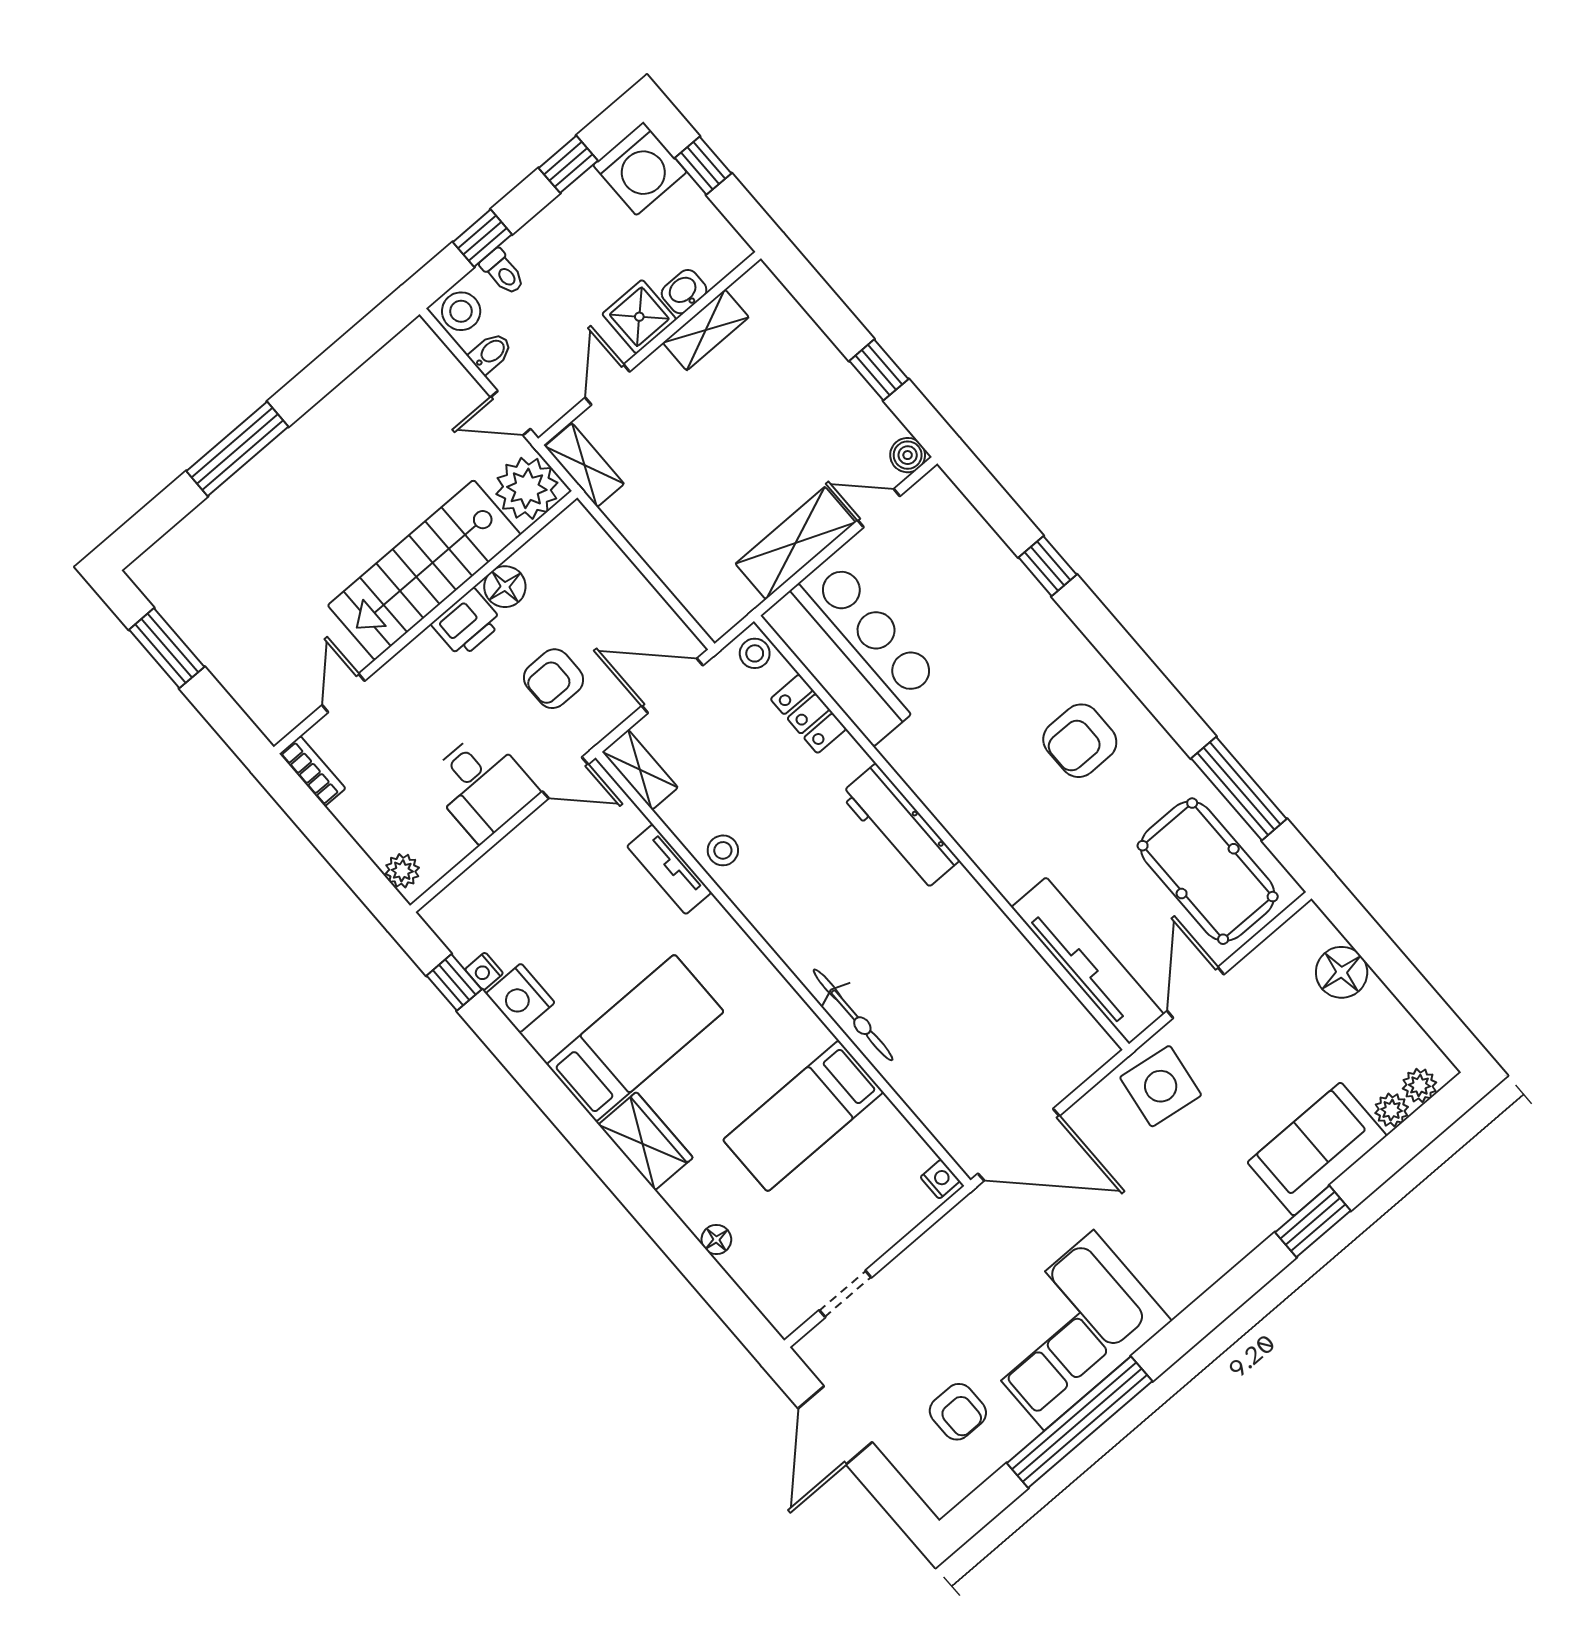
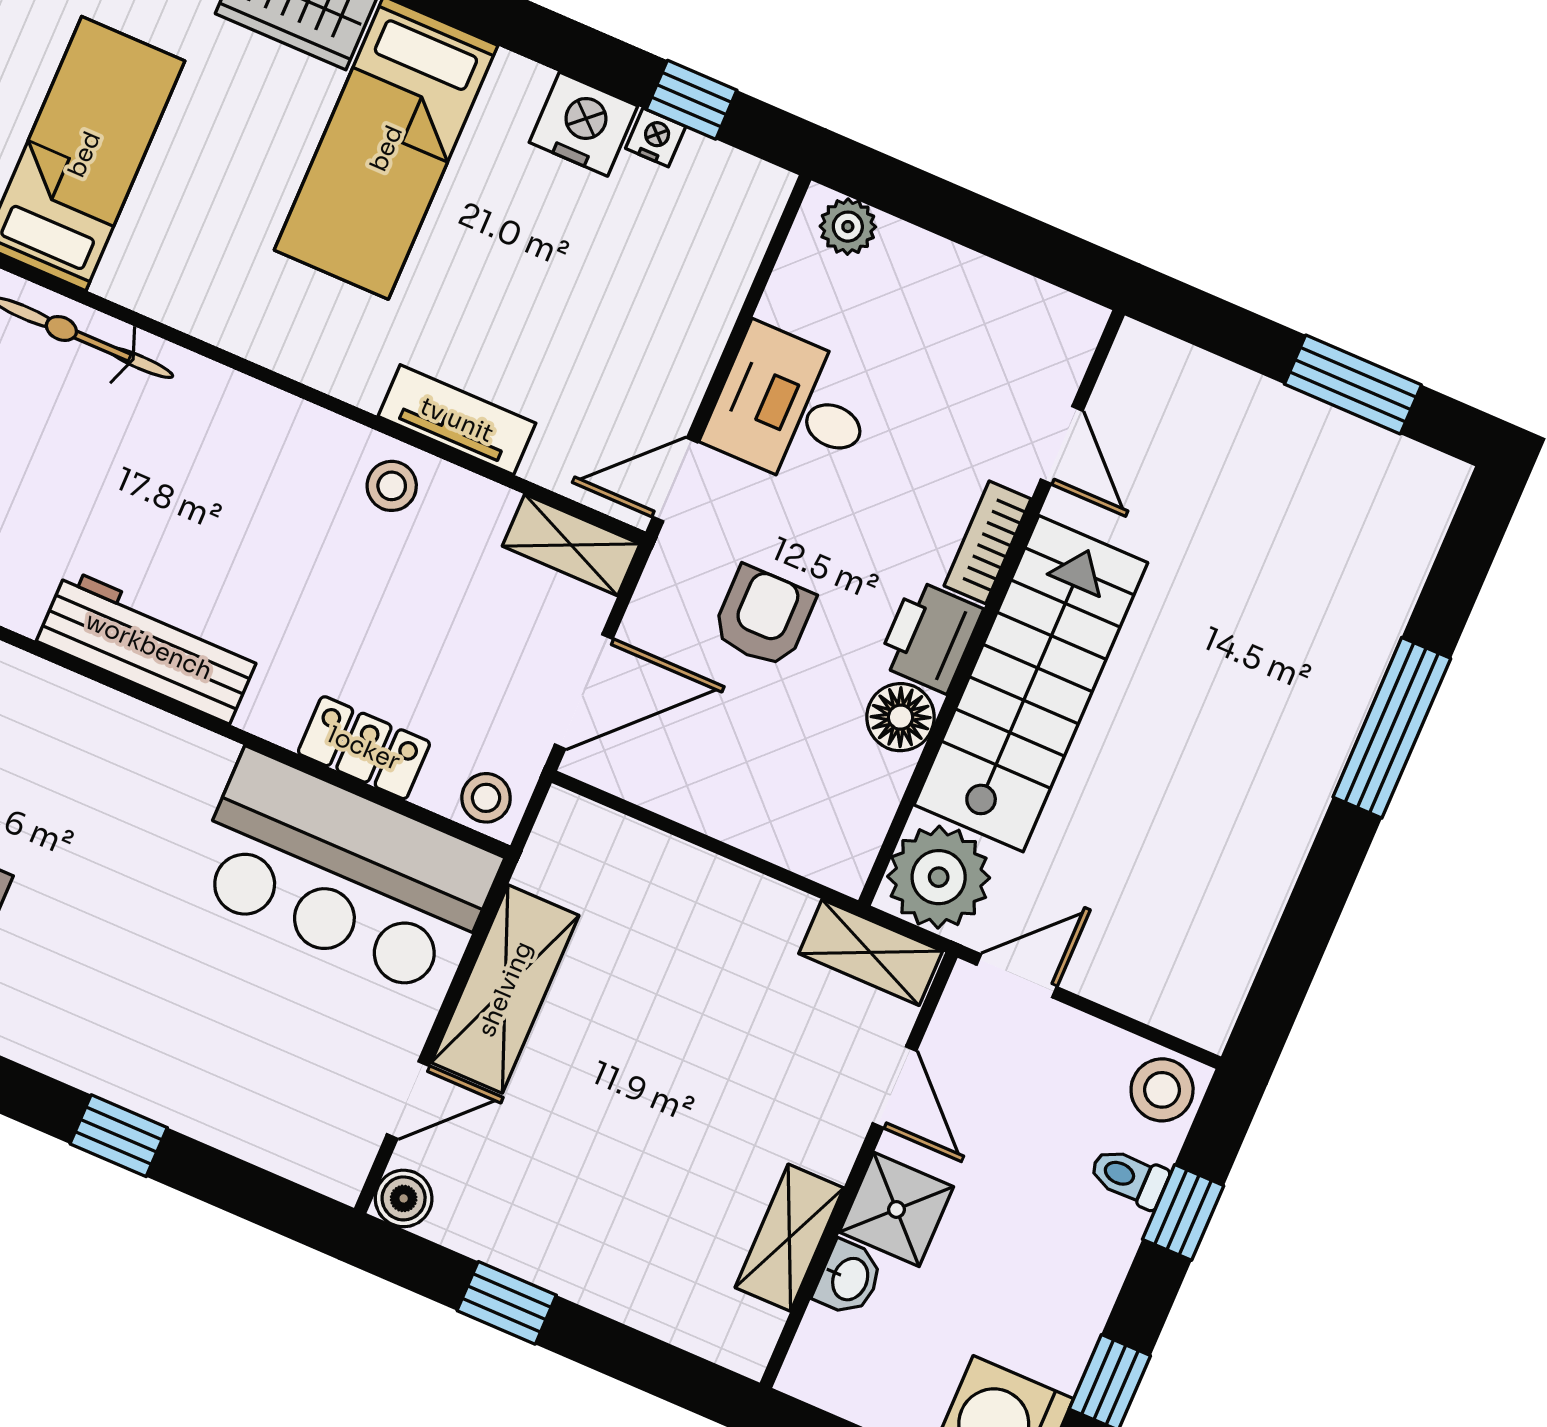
bidet: (491, 353) -> (1089, 1050), removed
bookcase: (312, 771) -> (988, 542), moved, turned 90

